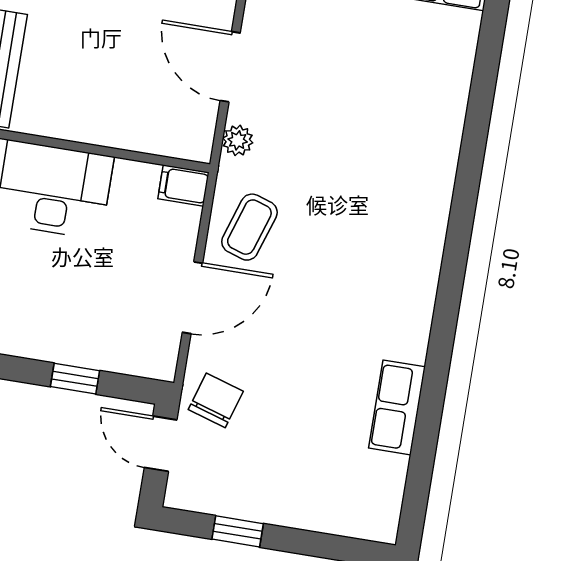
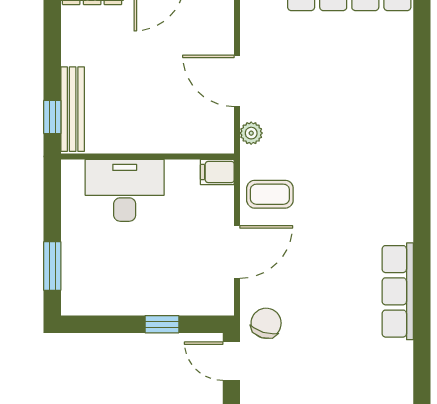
coffee table: (249, 227) -> (270, 194), turned 72
row of seats: (397, 407) -> (398, 291), width x1.48

